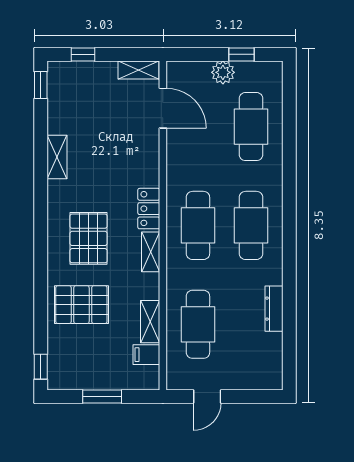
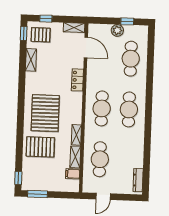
pallet: (74, 86) -> (41, 35), added
shelving: (57, 157) -> (31, 60), moved
locker: (149, 209) -> (77, 80), moved
pallet: (89, 238) -> (45, 113), width x1.37, depth x1.41
shelving: (151, 252) -> (76, 135), moved
dresser: (274, 309) -> (138, 180), moved
window: (102, 396) -> (38, 194), moved

